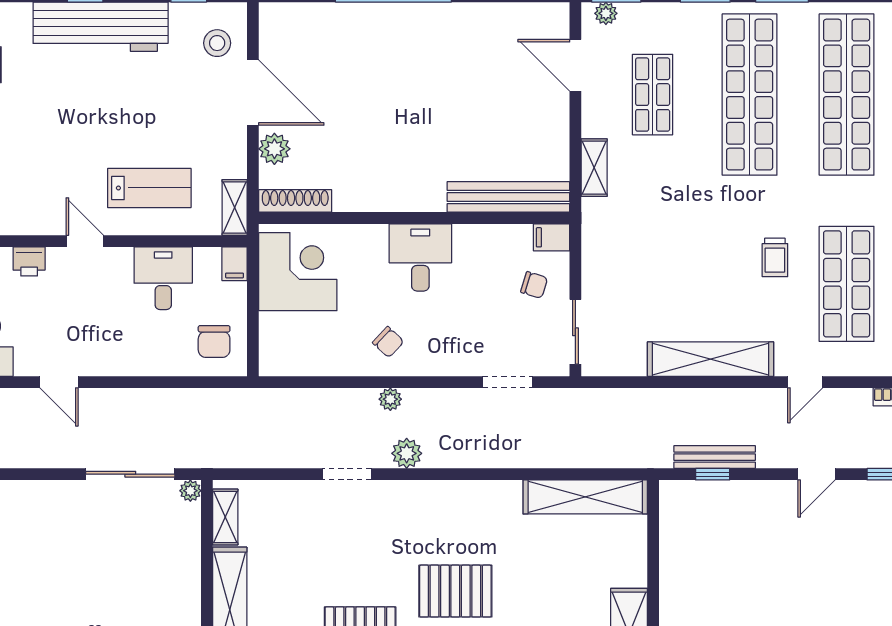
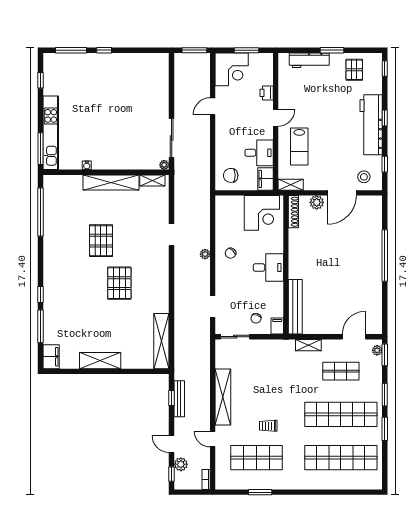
filing cabinet: (235, 264) -> (265, 179), width x2.00
plant: (407, 453) -> (181, 464), moved

